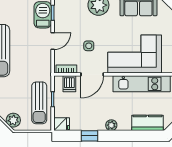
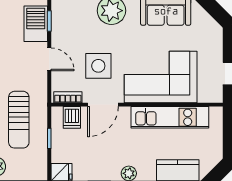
door: (53, 41) -> (49, 59), hinge flipped
side table: (89, 46) -> (98, 66), width x1.87, depth x1.87
sun lounger: (39, 103) -> (19, 120), moved

